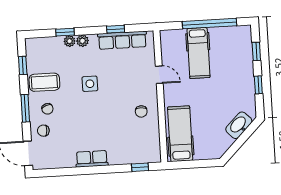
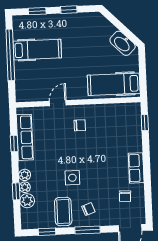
plant: (55, 44) -> (27, 201), added
hospital bed: (198, 53) -> (37, 50), moved
side table: (90, 84) -> (72, 178), moved
chair: (141, 111) -> (80, 125), moved
washbasin: (239, 125) -> (123, 43), moved
chair: (43, 131) -> (125, 196), moved

